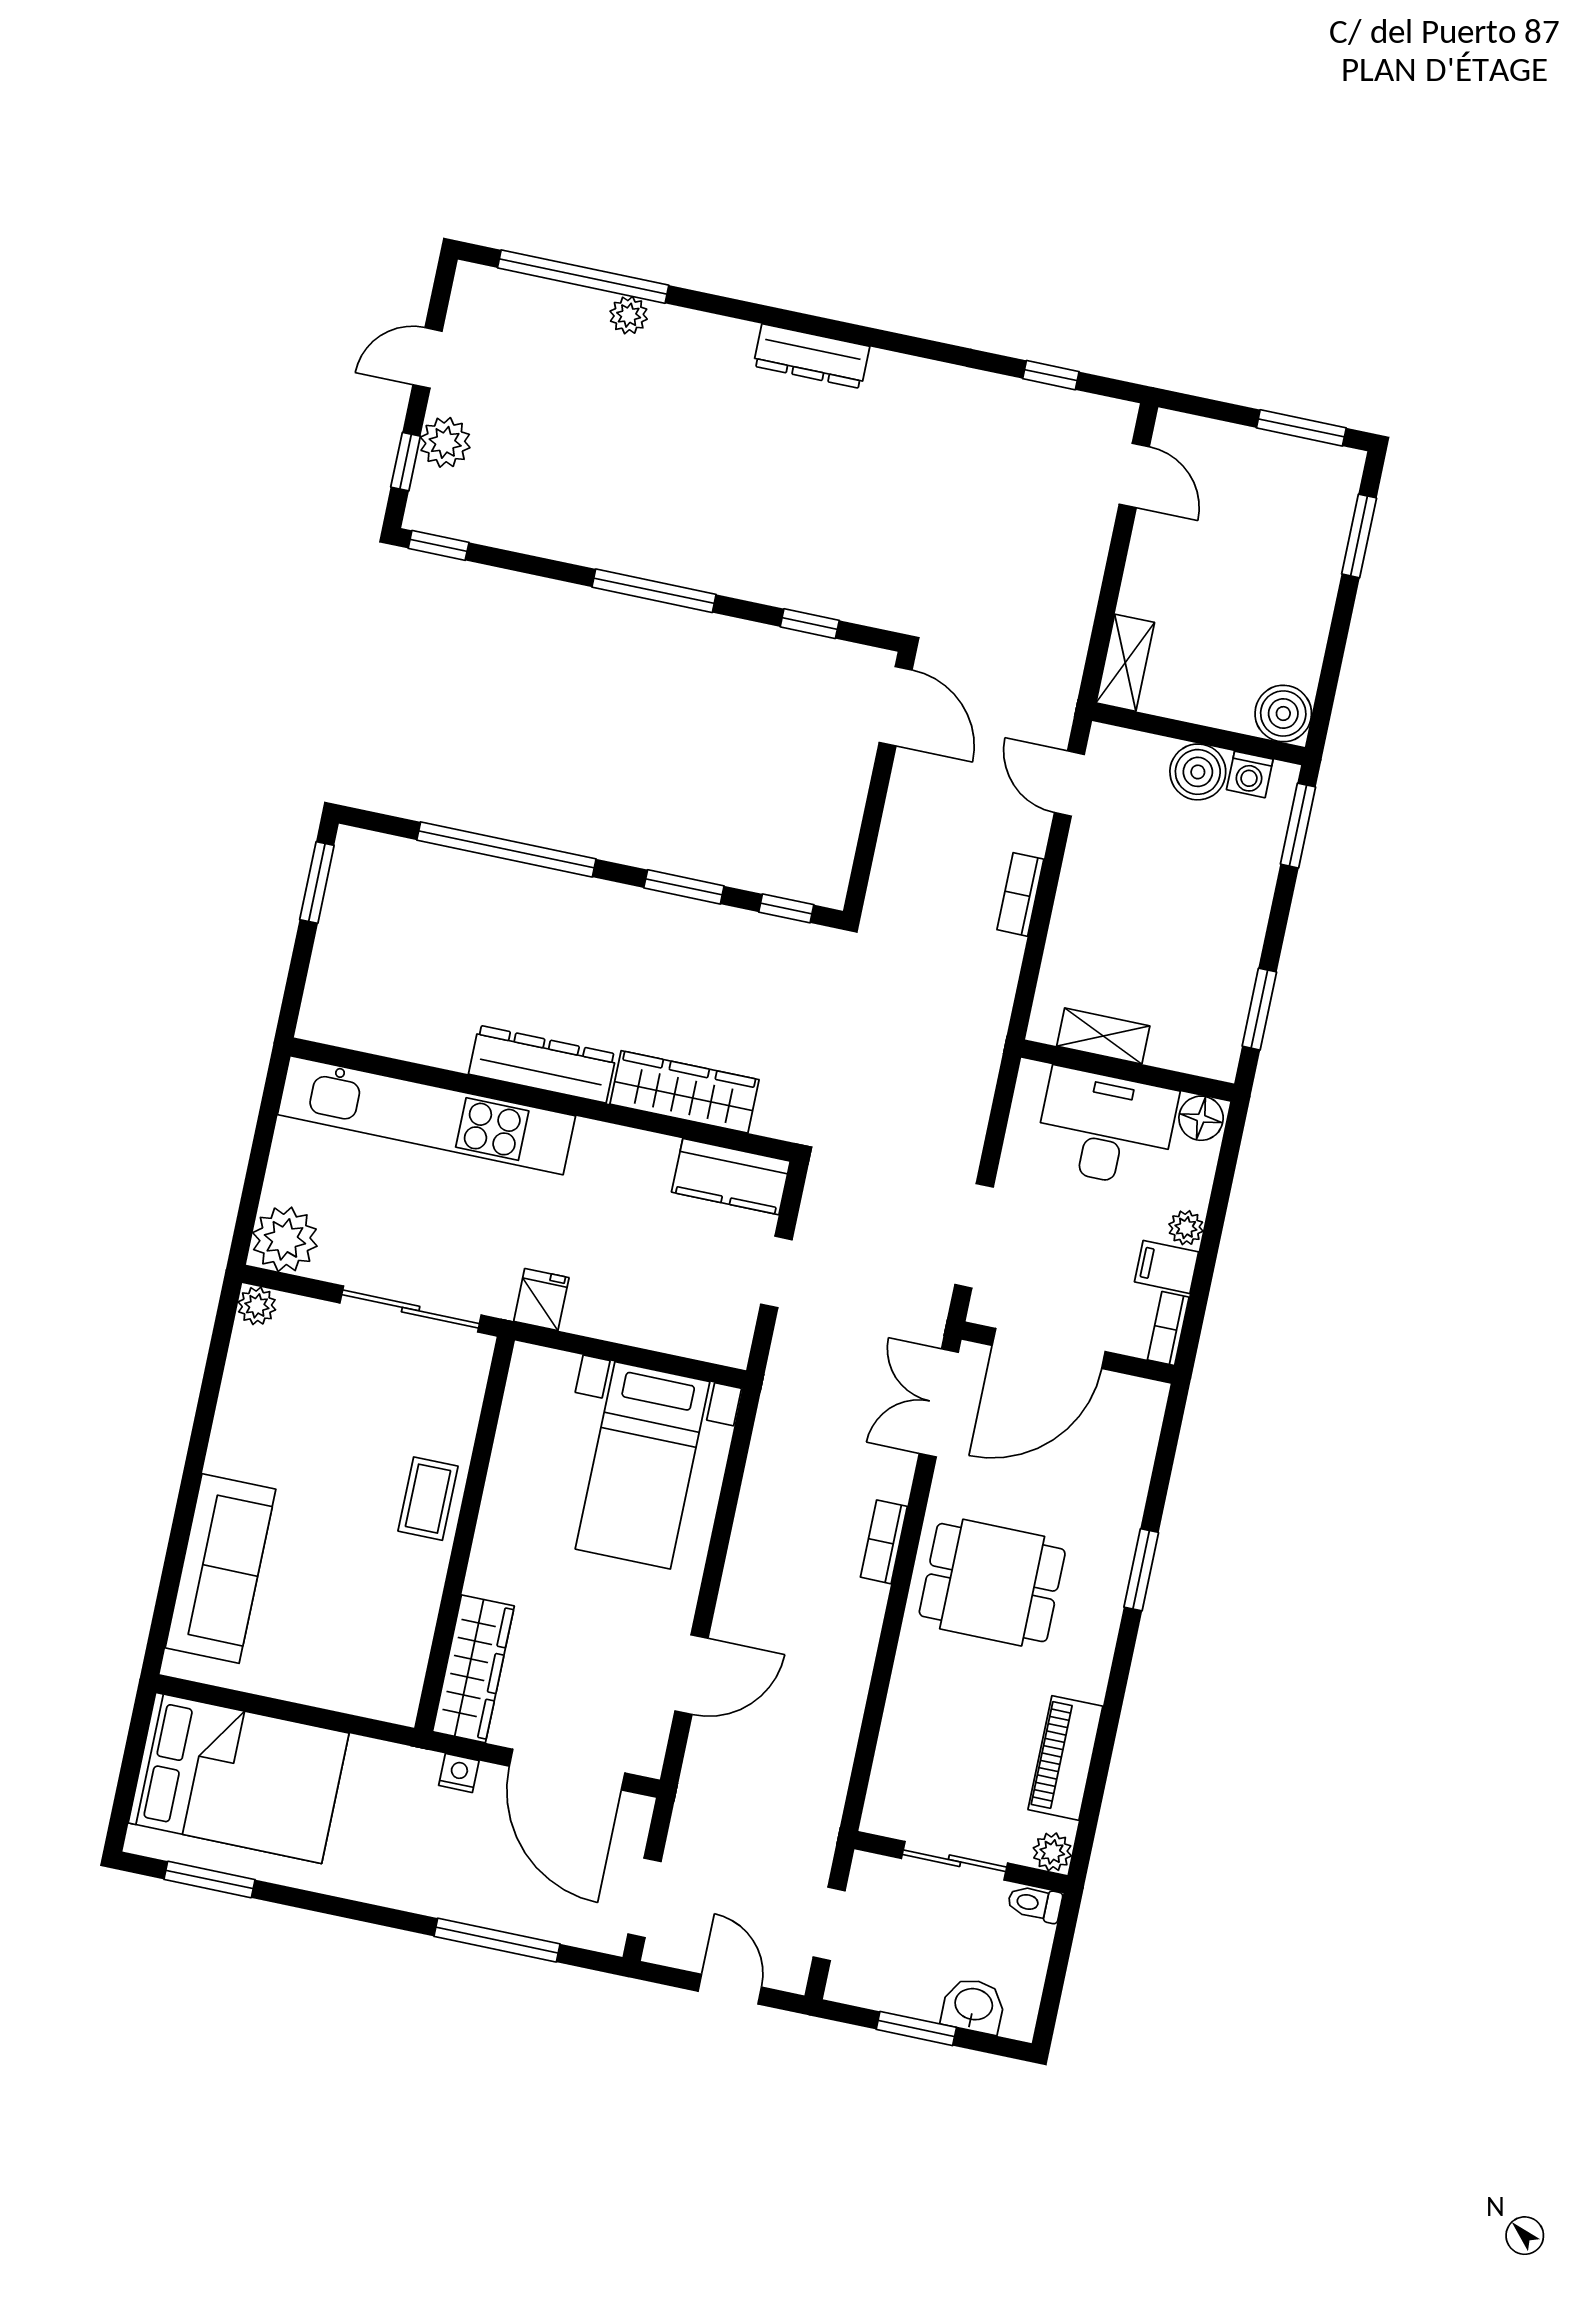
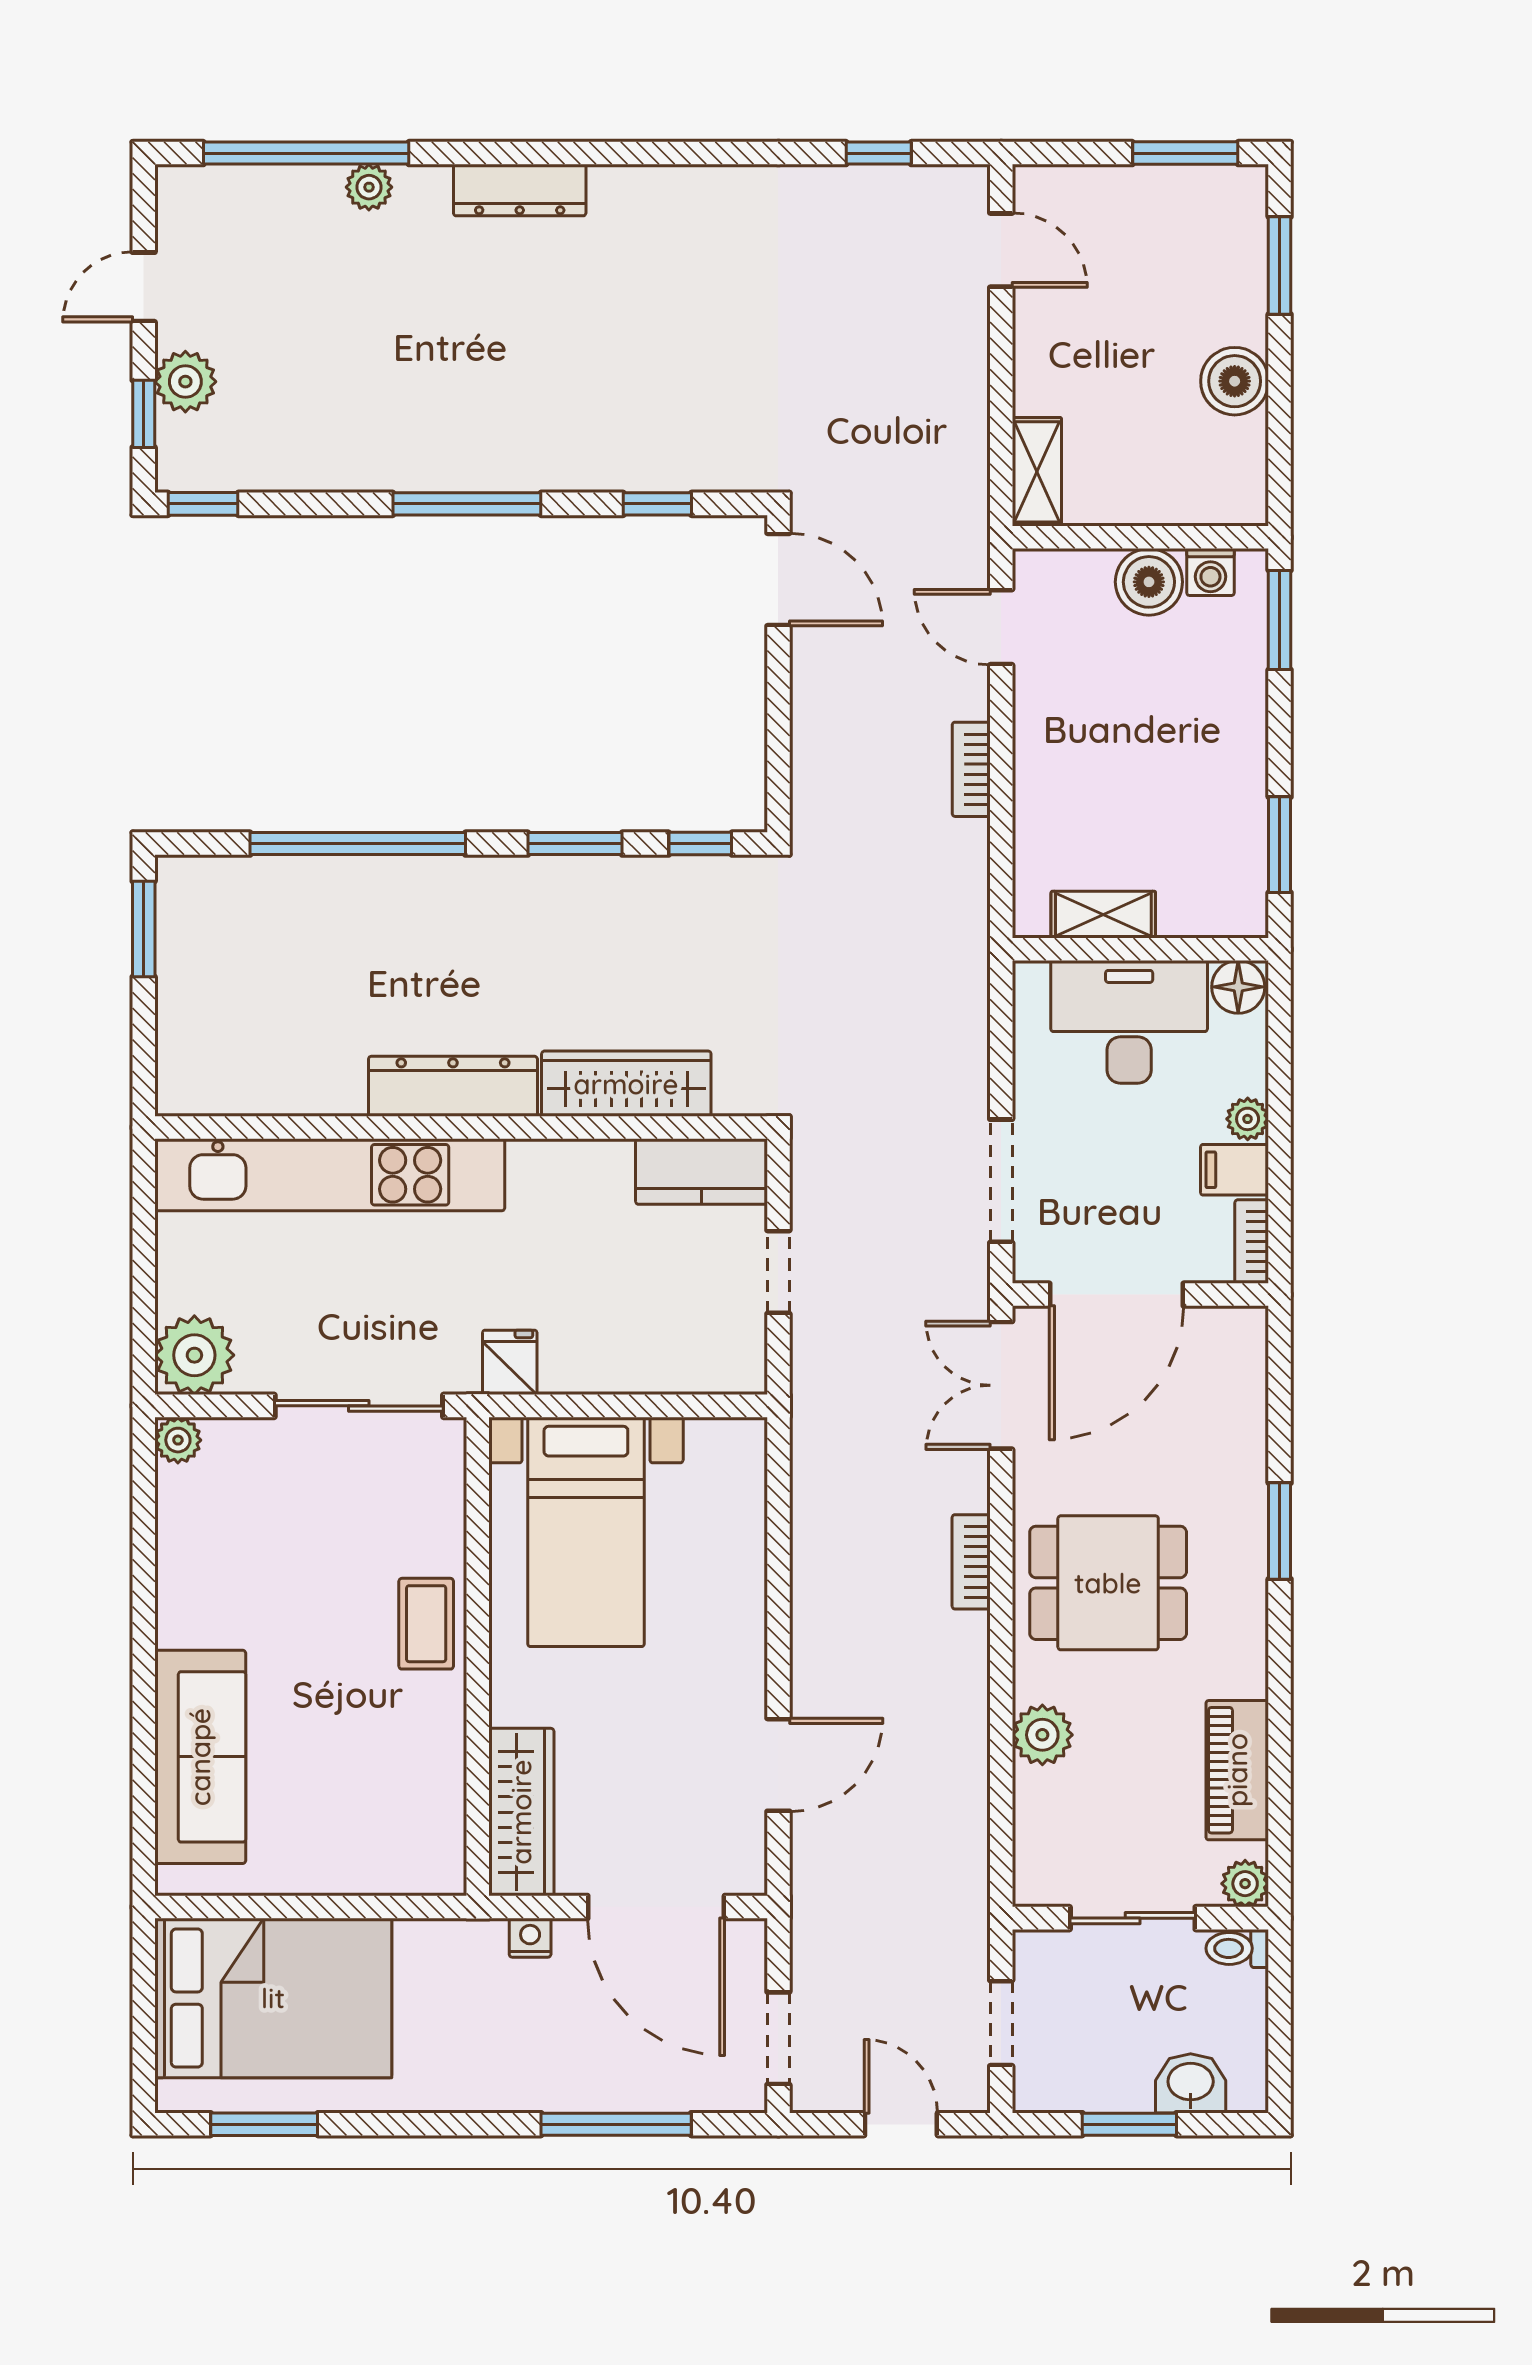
dresser: (811, 356) -> (520, 190), moved
boiler: (1283, 713) -> (1235, 381), moved
bed with nightstands: (643, 1465) -> (586, 1532), moved
plant: (912, 1695) -> (1042, 1735), added

